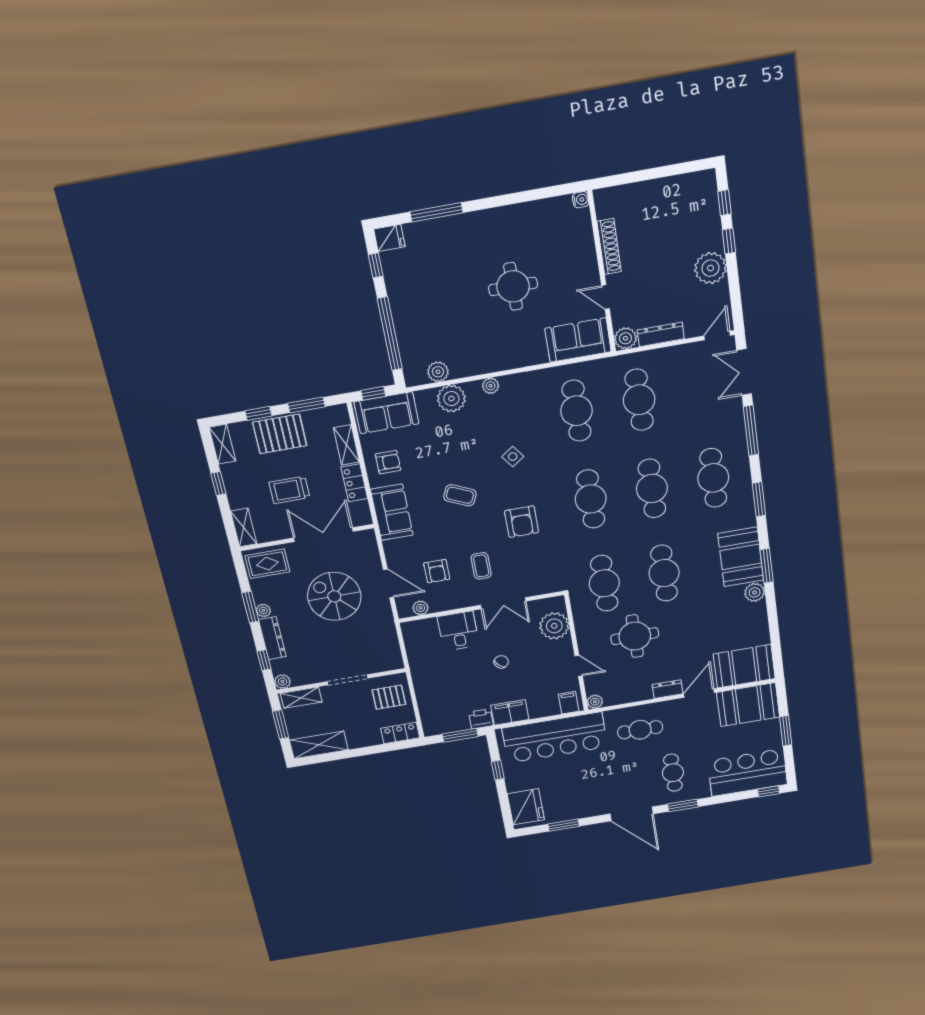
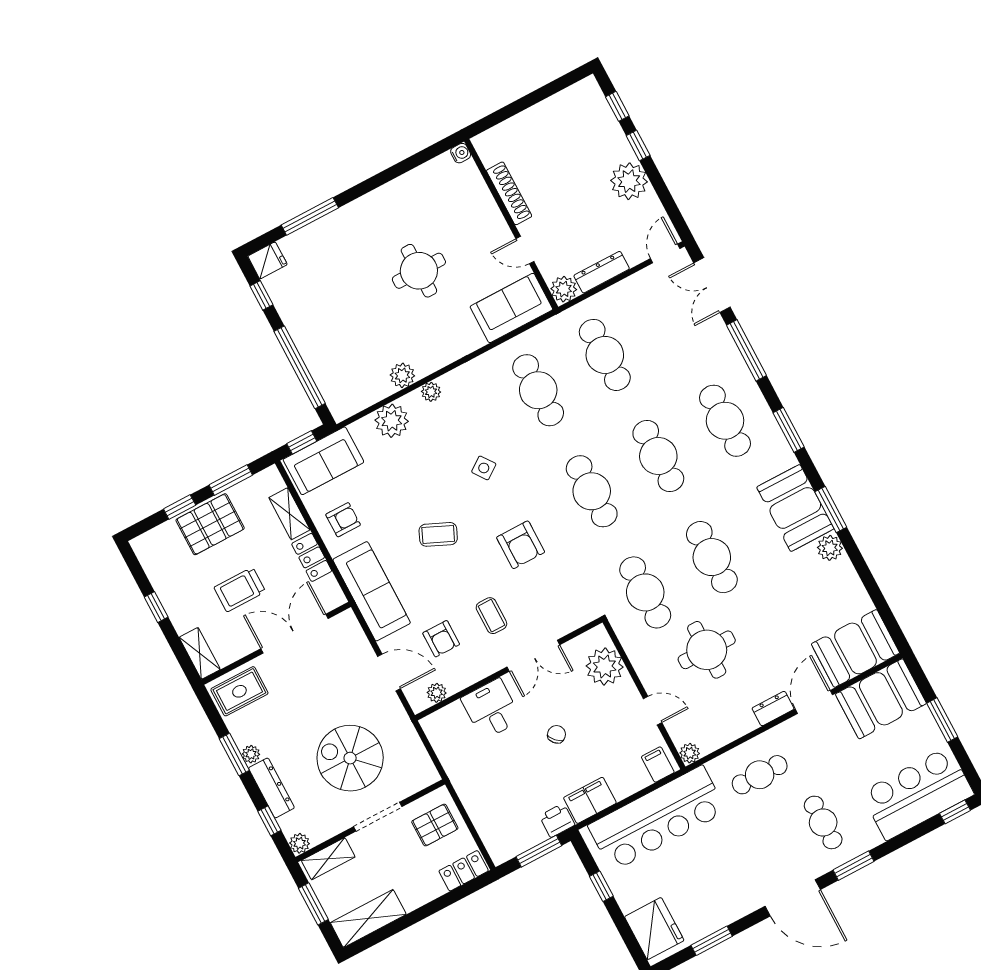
plant: (438, 372) -> (402, 375), moved
shelving: (222, 444) -> (149, 557), removed
sofa: (392, 512) -> (372, 591), width x1.36
spiral stairs: (334, 596) -> (350, 758), moved

